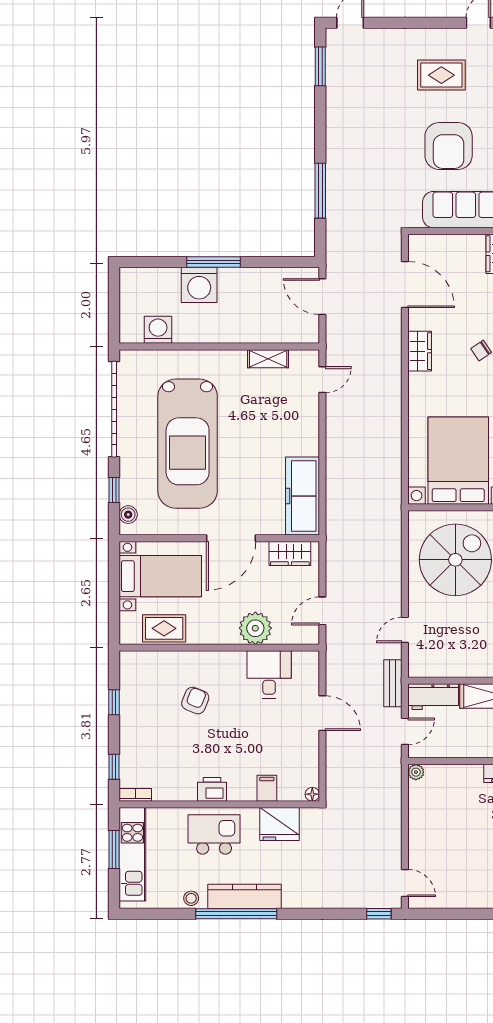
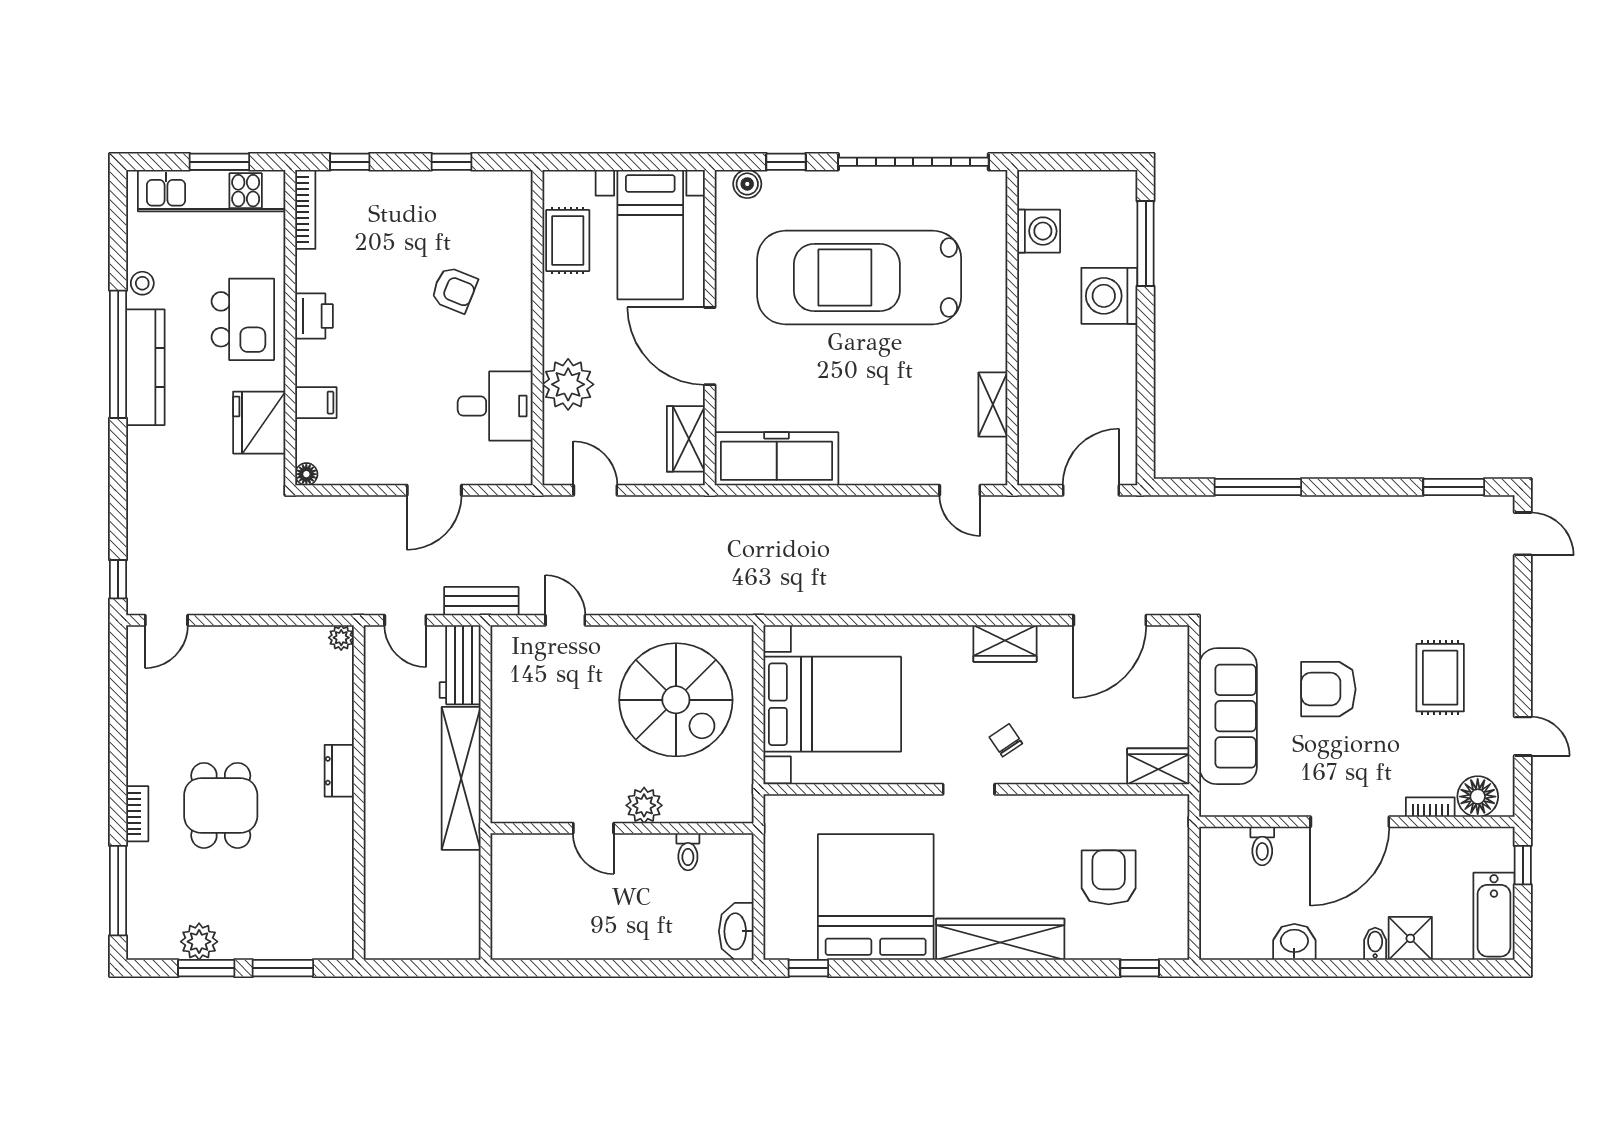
armchair: (449, 146) -> (1328, 689), width x0.73, depth x0.73
window: (214, 262) -> (1146, 244), moved
bookcase: (135, 795) -> (305, 209), width x1.56

